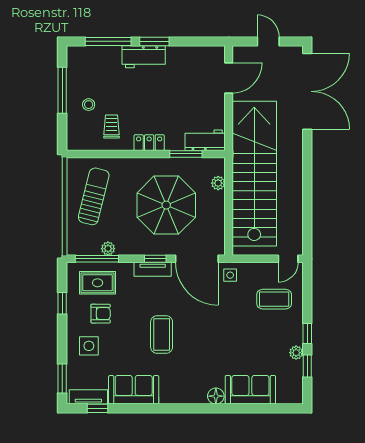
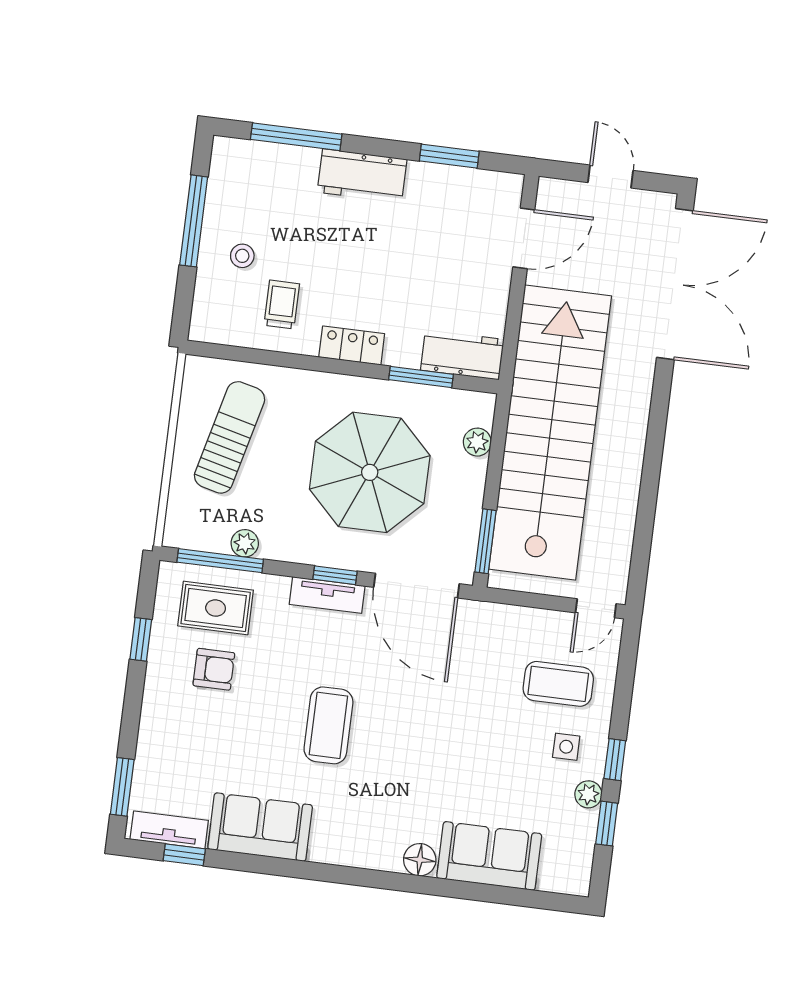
window: (154, 41) -> (449, 156), moved
window: (229, 232) -> (486, 541), added
side table: (230, 275) -> (566, 747), moved
side table: (89, 346) -> (183, 730), removed

